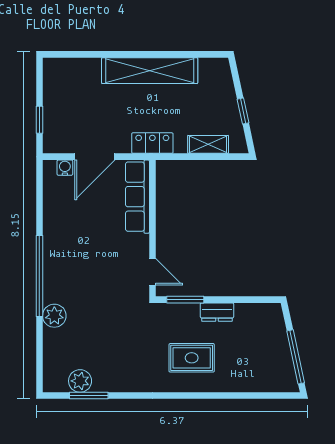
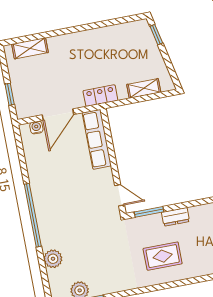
shelving: (150, 71) -> (30, 48), moved, width x0.45, depth x0.75
window: (243, 111) -> (156, 35), moved
plant: (54, 316) -> (53, 259), moved

